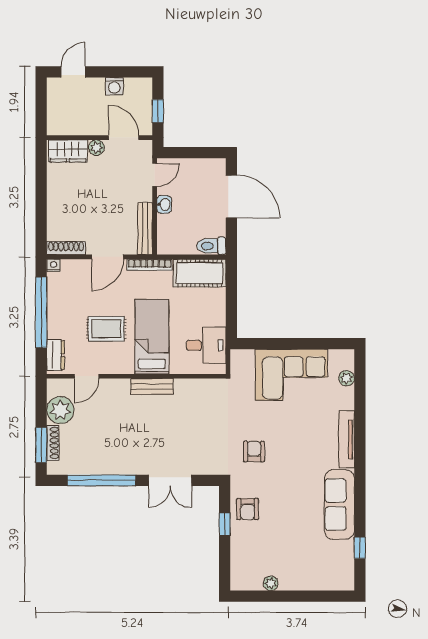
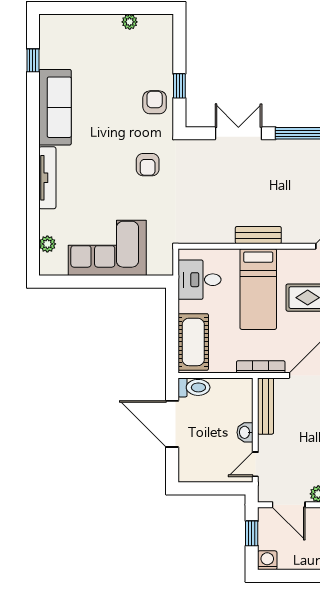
washing machine: (114, 86) -> (267, 560), moved
door: (231, 196) -> (172, 424), moved
cot: (200, 273) -> (193, 342), moved, turned 90

